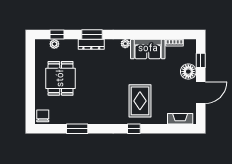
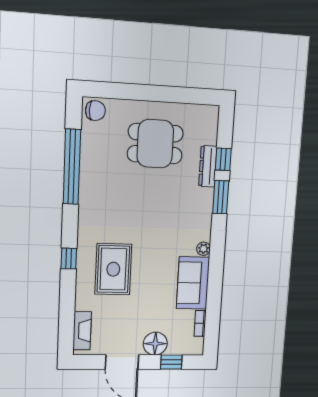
window: (57, 35) -> (223, 159), moved
plant: (54, 44) -> (210, 137), removed
dresser: (91, 44) -> (208, 166), moved
rug: (140, 101) -> (113, 269), turned 90
window: (77, 129) -> (72, 167), width x2.11

